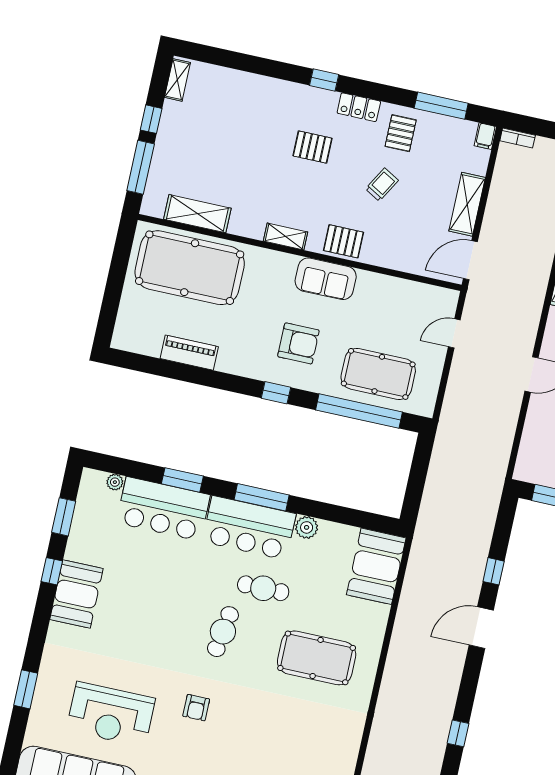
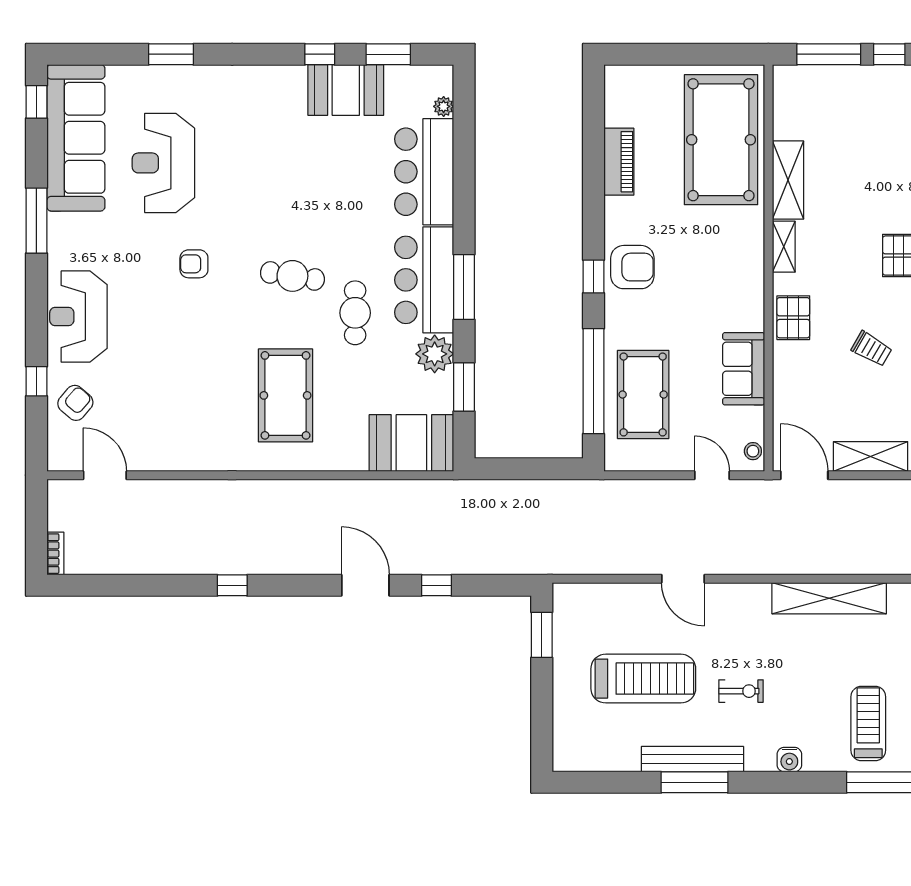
shelving: (197, 214) -> (788, 180), moved
sofa: (326, 279) -> (744, 369), moved
stool: (442, 297) -> (753, 451), added
armchair: (298, 343) -> (632, 267), moved, turned -90
window: (182, 480) -> (464, 387), moved
plant: (307, 527) -> (435, 354), width x1.36, depth x1.36
booth: (76, 594) -> (346, 90), moved

